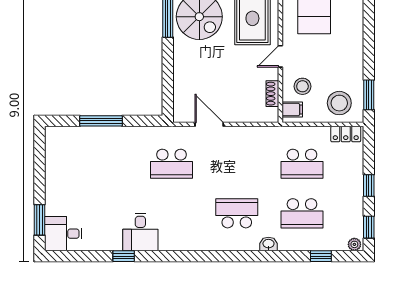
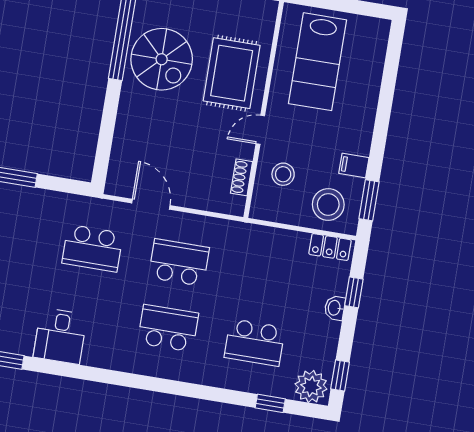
filing cabinet: (292, 110) -> (354, 165), moved, turned 180
school desk: (302, 164) -> (179, 262), moved, turned 180
window: (369, 185) -> (354, 292), moved
desk: (140, 232) -> (60, 336), moved
washbasin: (268, 244) -> (335, 308), moved, turned -90
plant: (354, 244) -> (311, 386), width x1.88, depth x1.88

